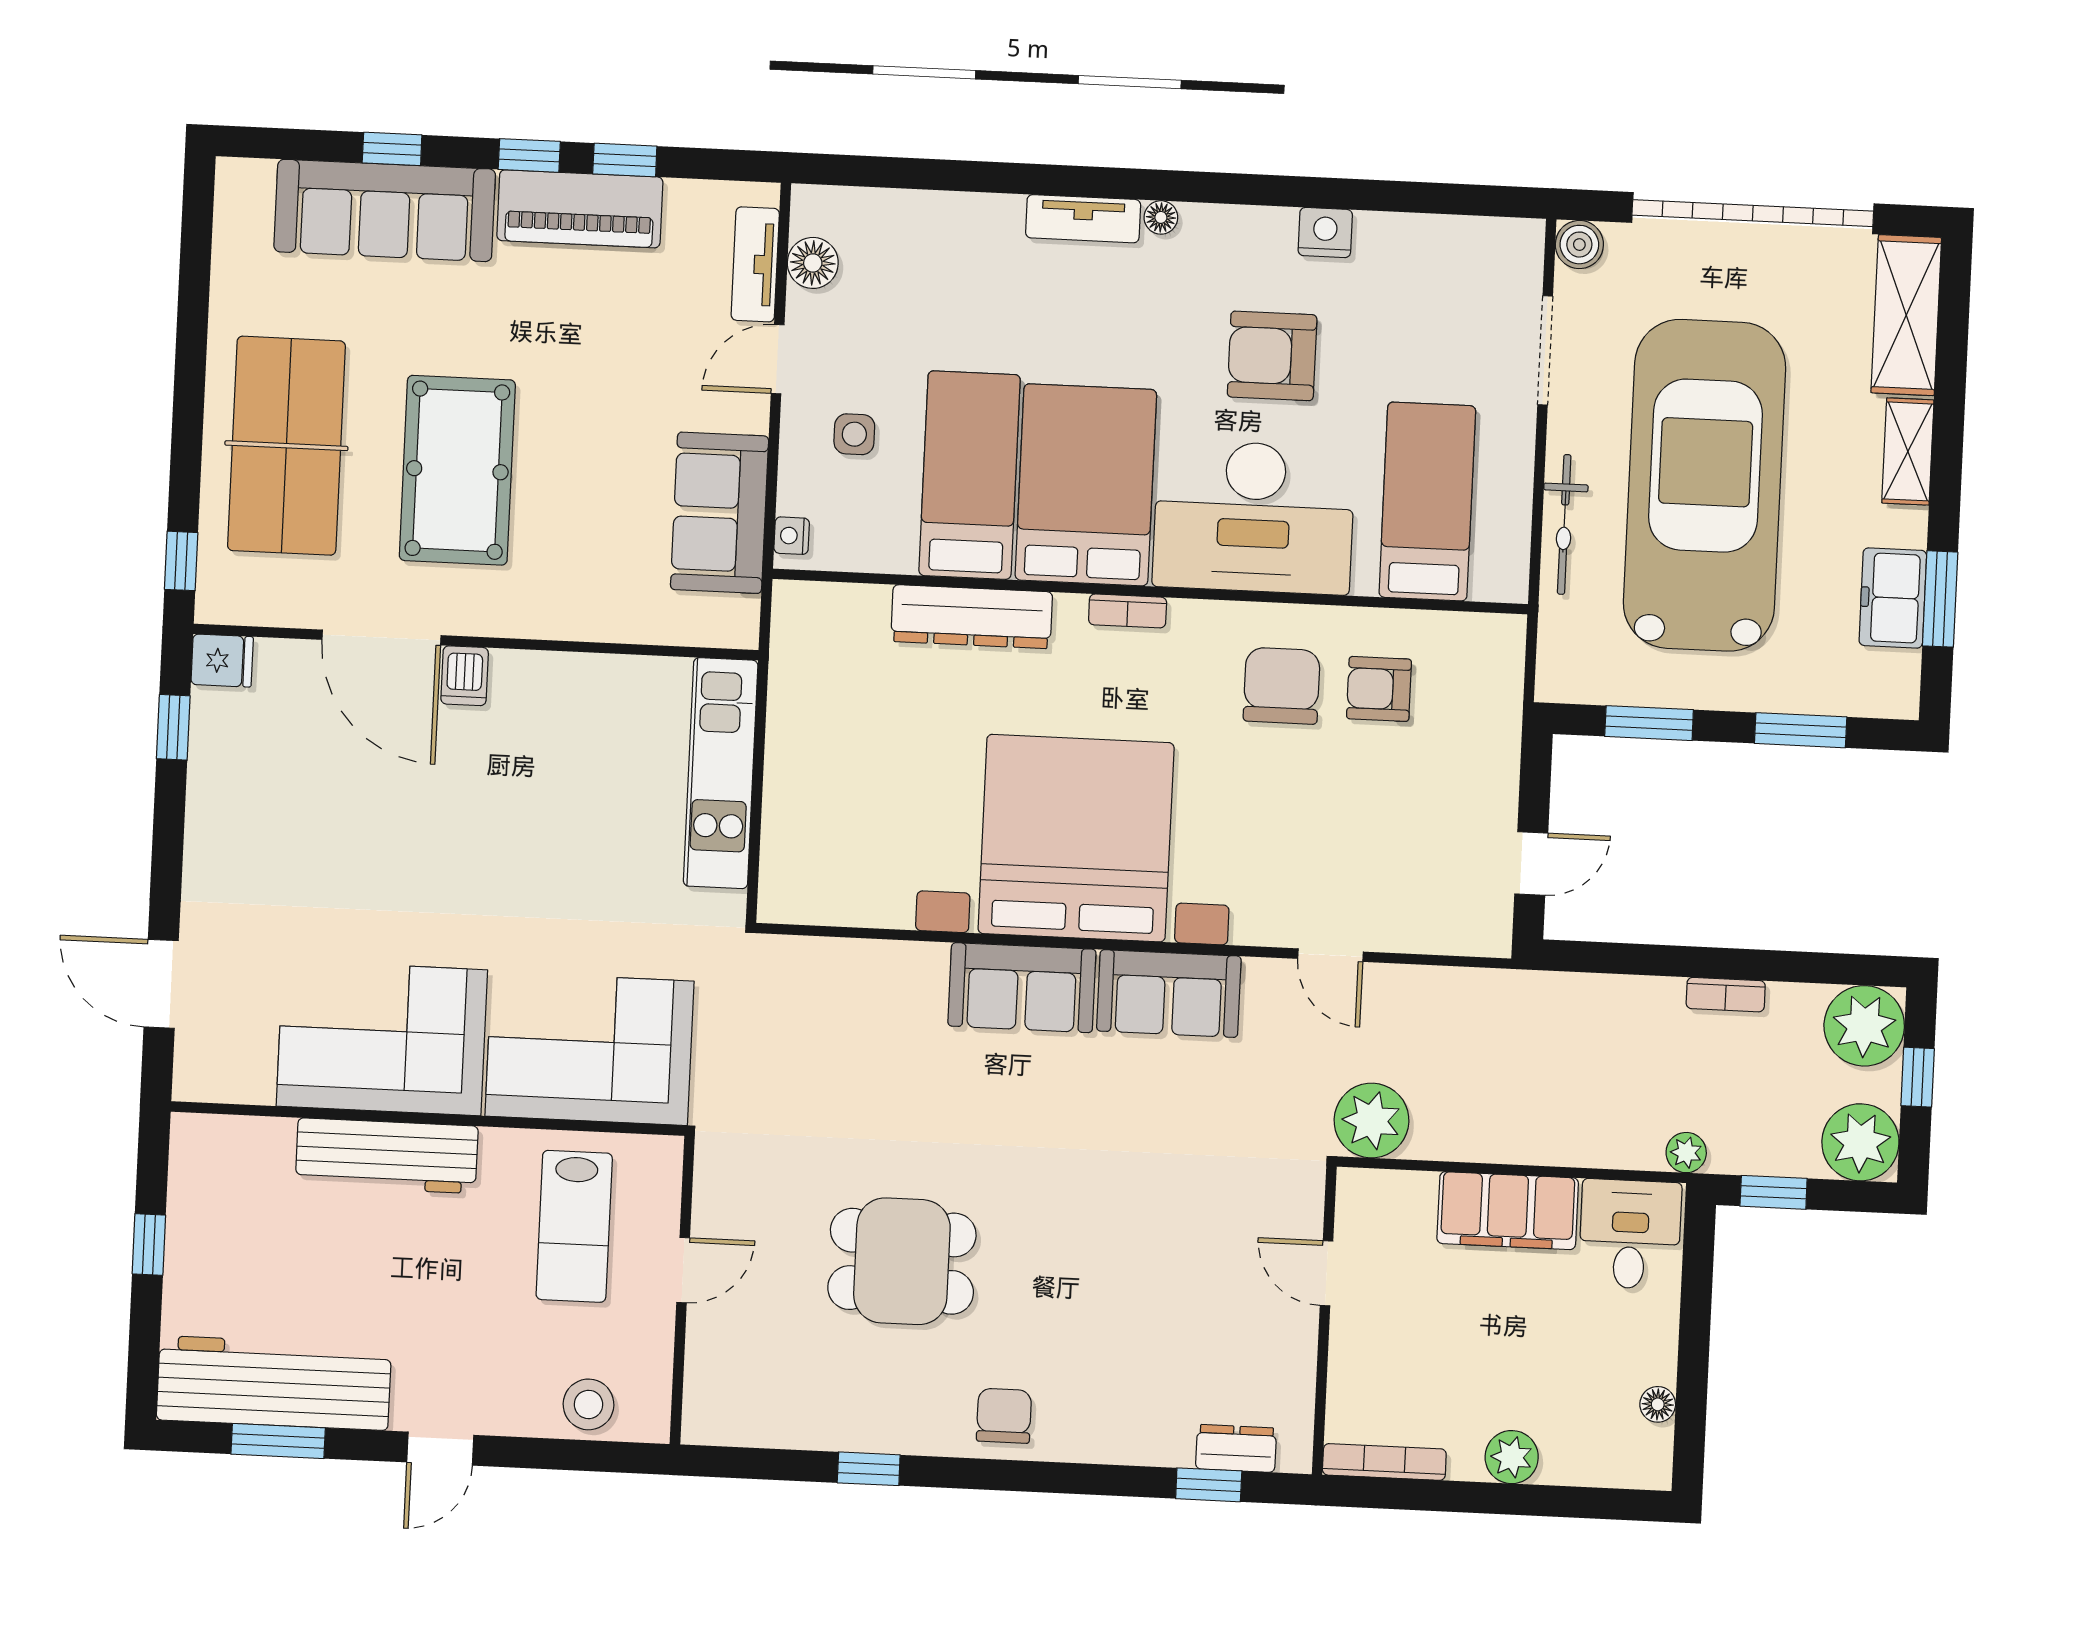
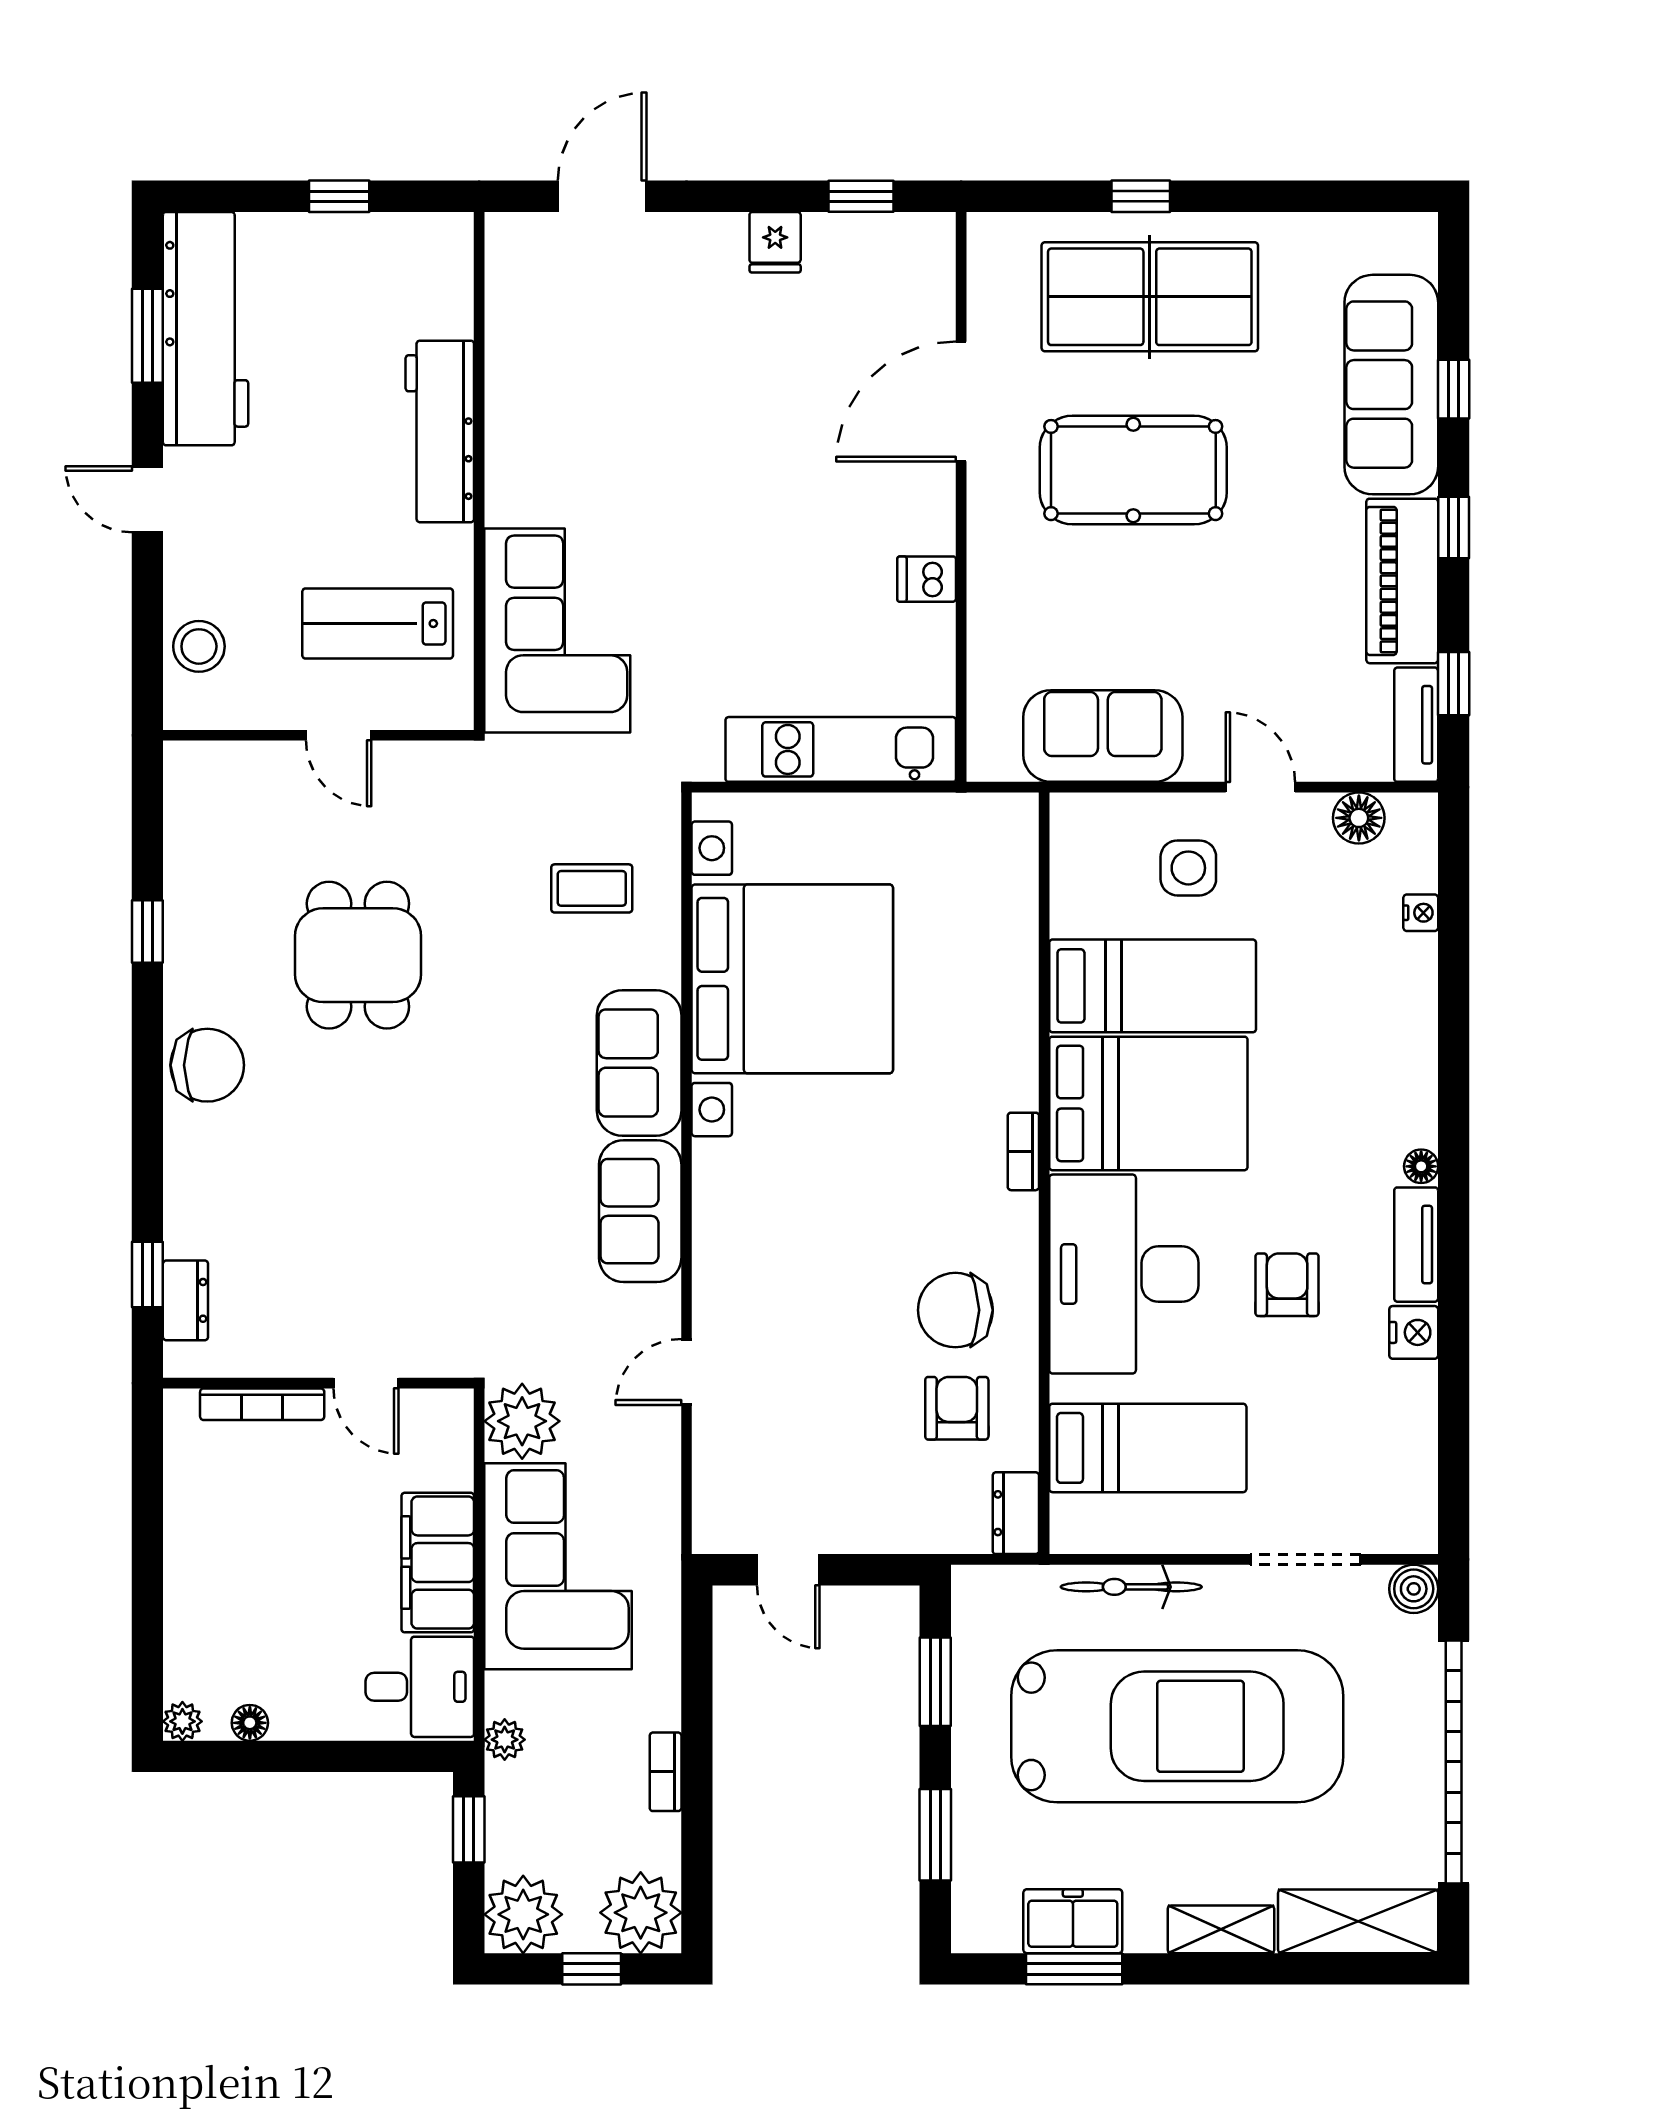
window: (625, 160) -> (1454, 684), moved
tv unit: (1083, 219) -> (1416, 1245), moved
tv unit: (755, 264) -> (1416, 725), moved, turned -90
armchair: (1272, 356) -> (1287, 1285), width x0.72, depth x0.72
side table: (854, 434) -> (1188, 868), width x1.37, depth x1.37
nightstand: (792, 536) -> (1421, 913), moved, turned 90
window: (181, 561) -> (1141, 196), moved
dresser: (972, 617) -> (1016, 1513), moved, width x0.51, depth x0.80
fridge: (222, 661) -> (775, 242), moved
dishwasher: (465, 676) -> (927, 579), moved
chair: (1282, 686) -> (955, 1310), turned 180
bed with nightstands: (1076, 838) -> (792, 979), moved
coffee table: (847, 1026) -> (592, 888), added
corner sofa: (382, 1038) -> (558, 1566), moved
door: (1327, 1273) -> (366, 1383), swing flipped
chair: (1004, 1416) -> (207, 1065), width x1.37, depth x1.37
plant: (1512, 1457) -> (182, 1721), moved, width x0.73, depth x0.73
bookcase: (1384, 1462) -> (262, 1404), moved, turned 90

